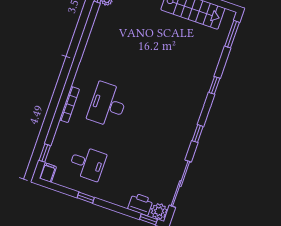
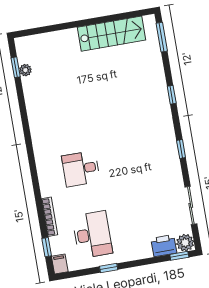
bookcase: (69, 105) -> (50, 217), moved
desk: (108, 105) -> (81, 169), width x0.73
desk: (87, 163) -> (92, 235), width x1.37
sliding door: (180, 184) -> (191, 205), width x0.73

